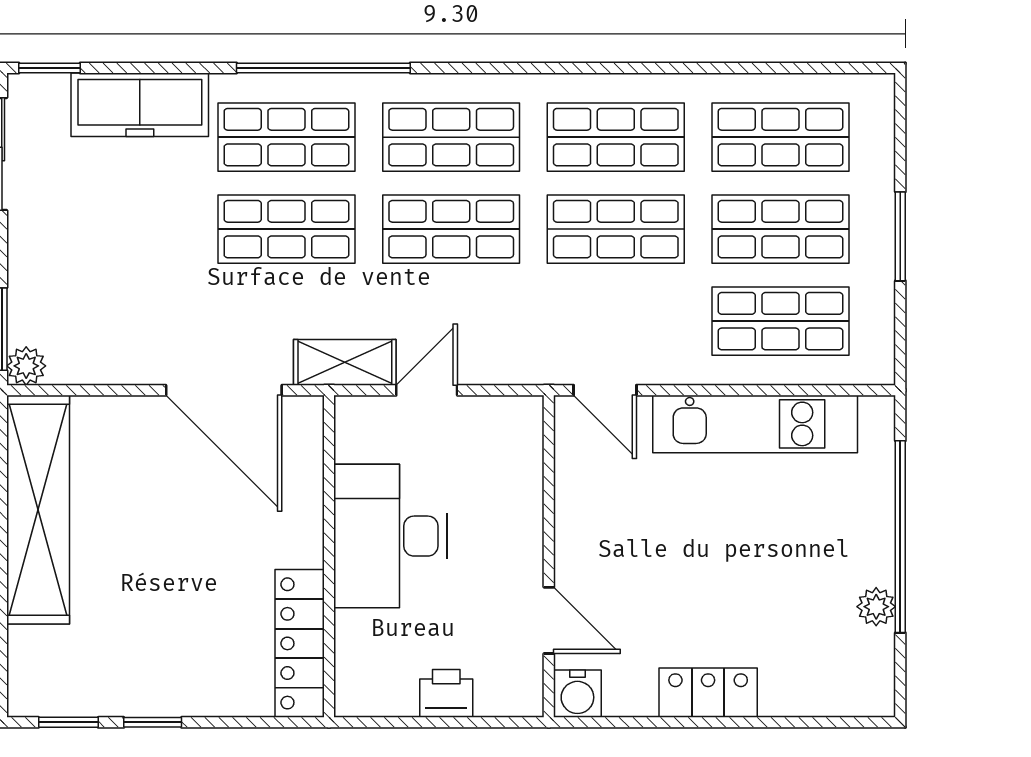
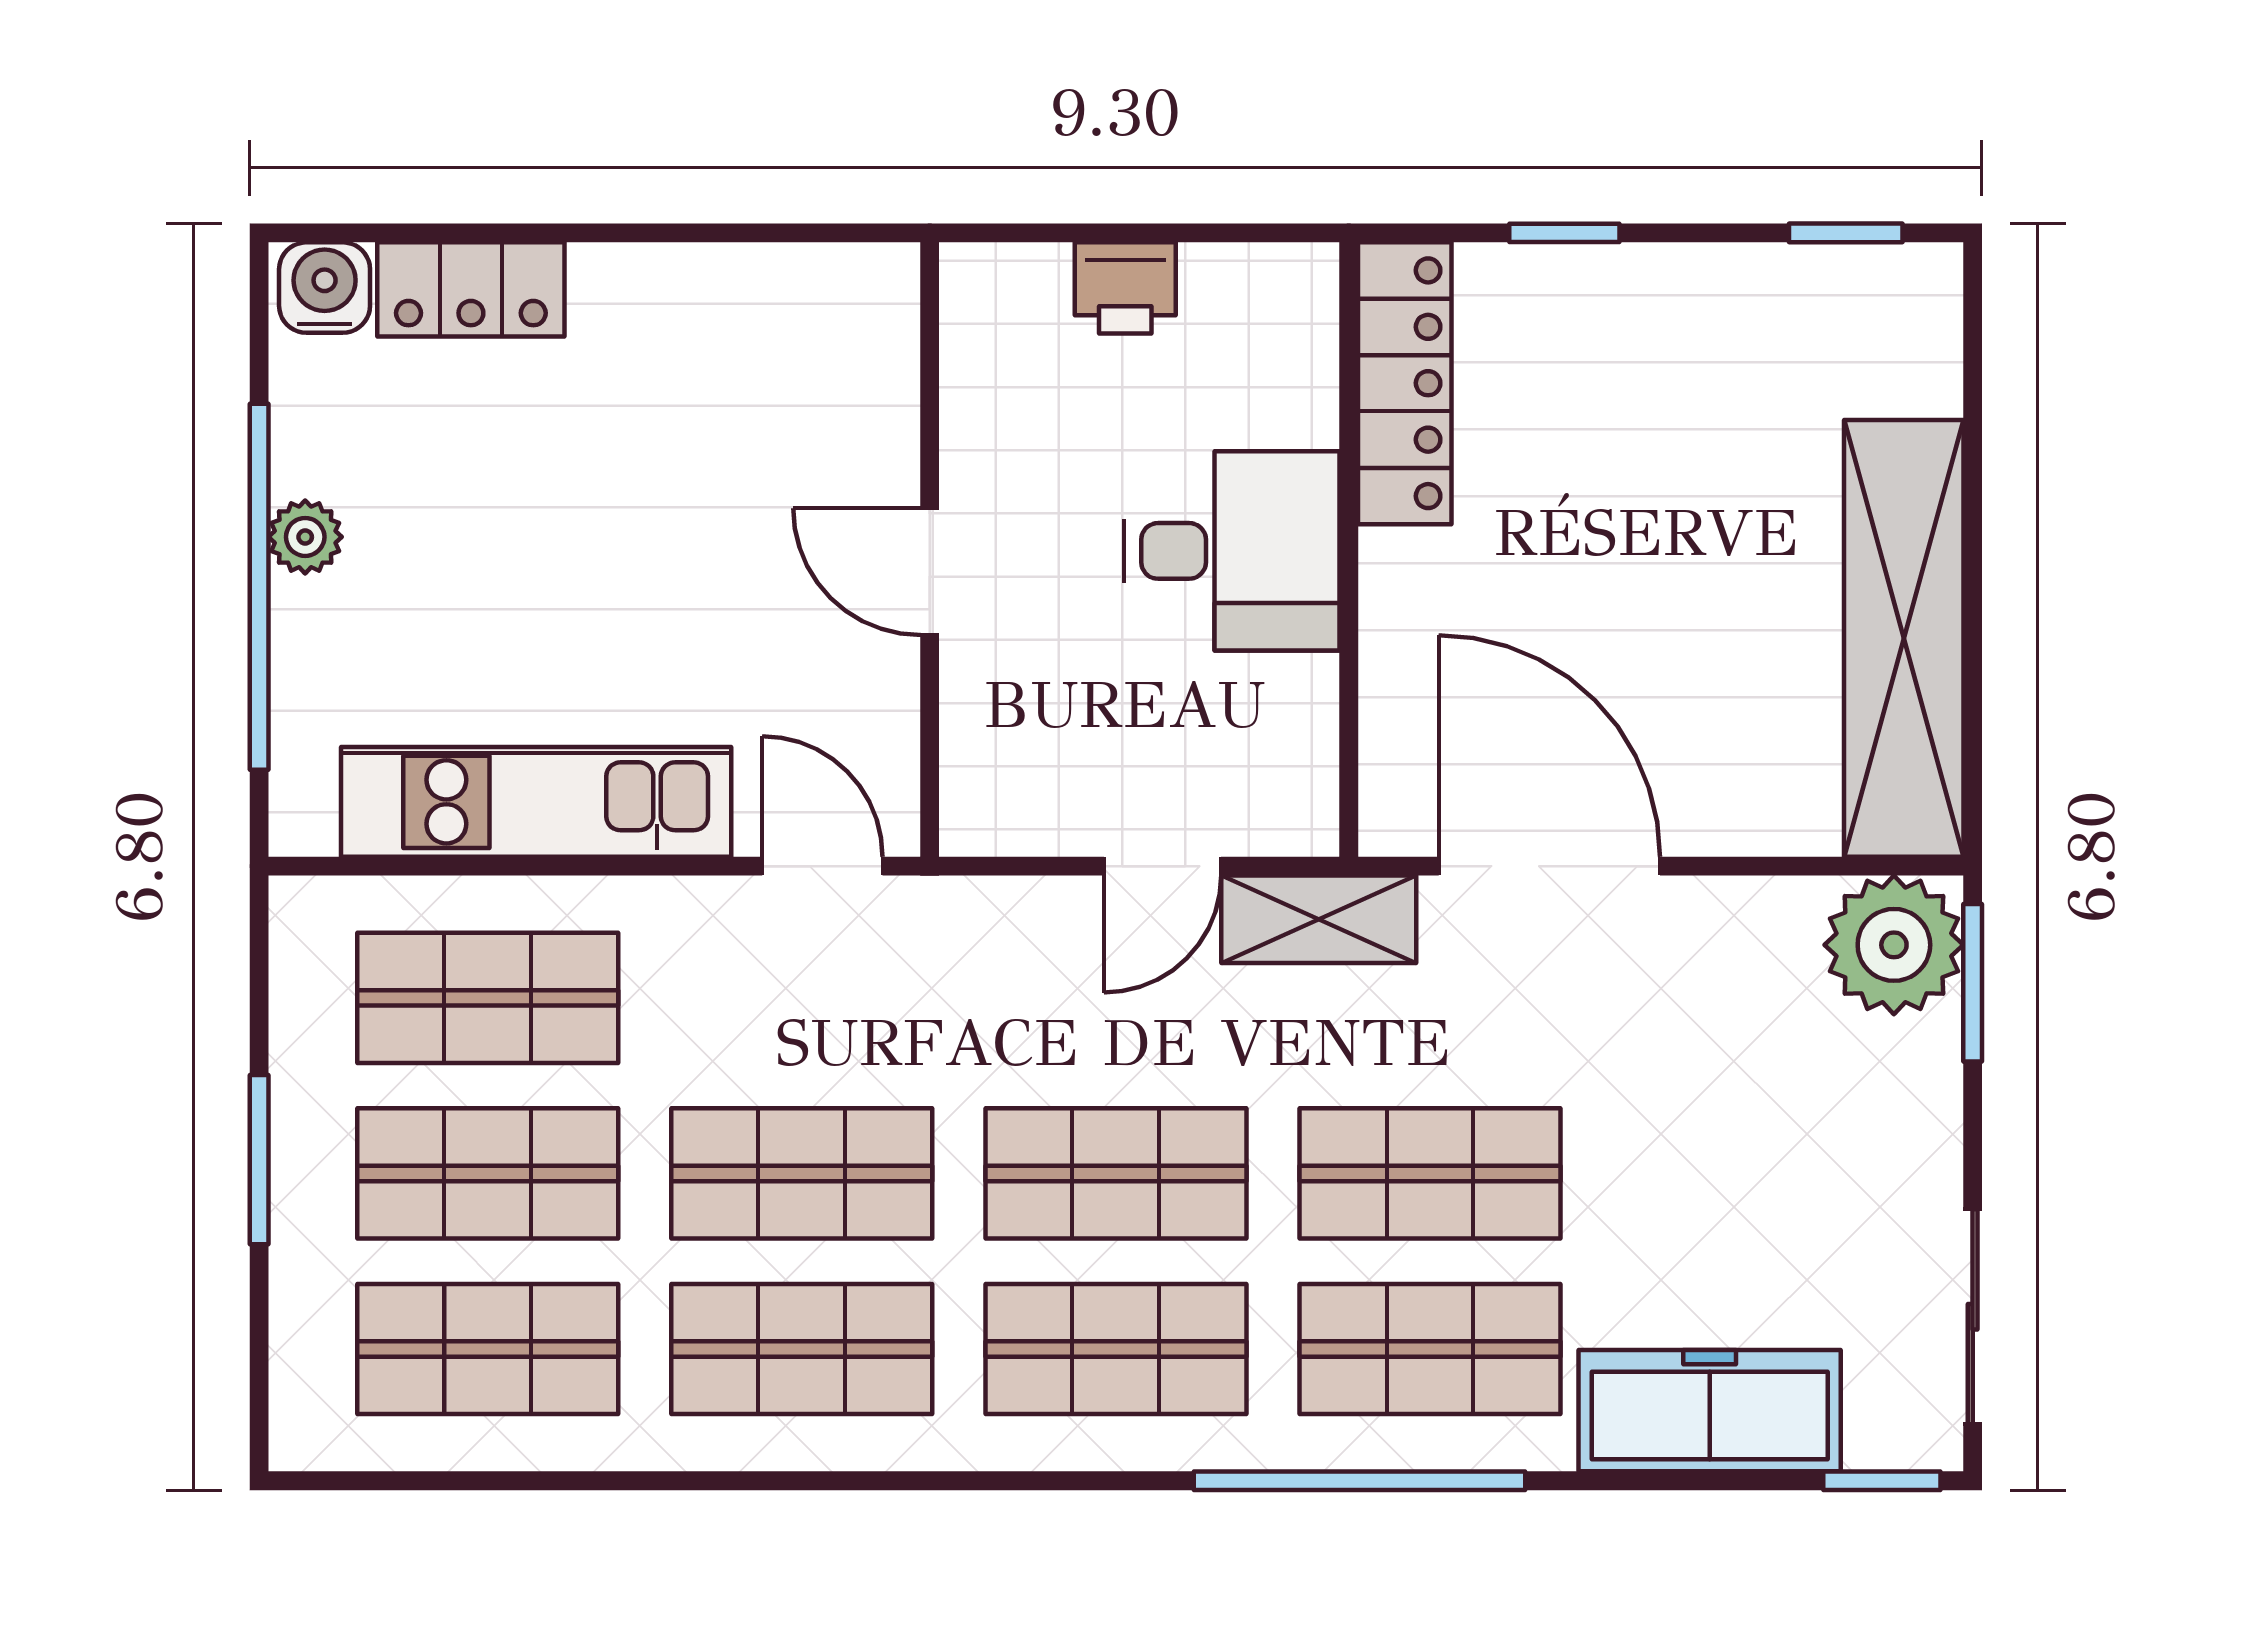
plant: (26, 366) -> (1894, 945), width x1.87, depth x1.87
desk: (390, 536) -> (1232, 551), width x0.73
plant: (876, 607) -> (305, 537), moved
door: (549, 620) -> (930, 572), moved
locker: (708, 693) -> (471, 289), moved
water cooler: (577, 694) -> (325, 288), moved
window: (153, 722) -> (1564, 233), moved

